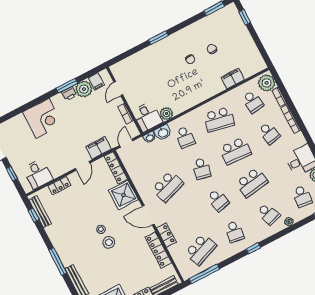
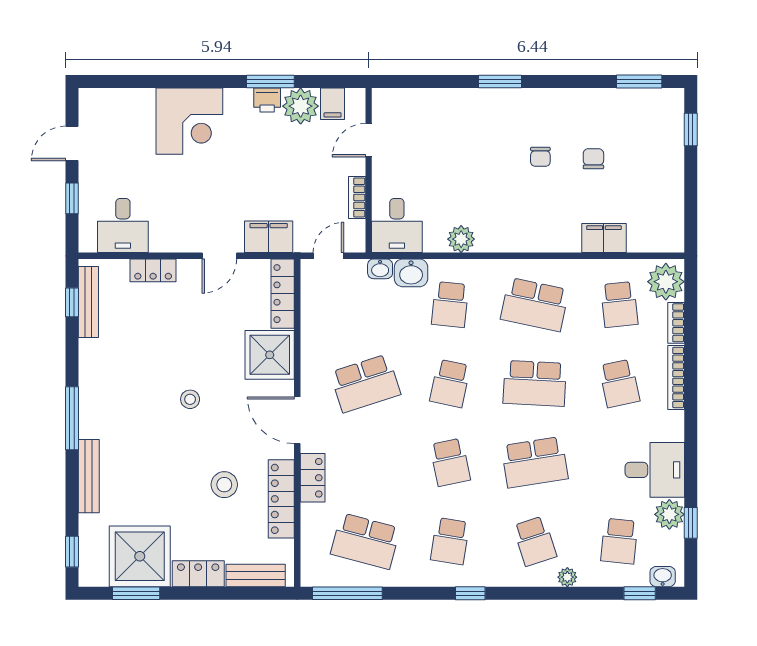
plant: (167, 114) -> (461, 239), moved
stool: (109, 242) -> (224, 485), moved
school desk: (201, 249) -> (365, 541), turned 36

